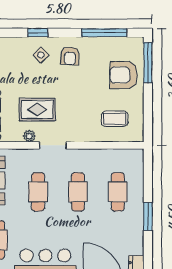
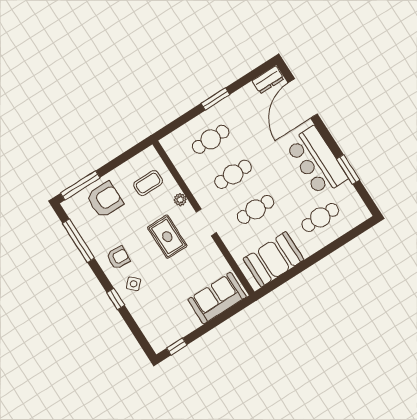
armchair: (124, 75) -> (105, 200), turned -90
rug: (37, 110) -> (167, 237), moved
coffee table: (115, 119) -> (148, 183), turned 90
plant: (29, 136) -> (180, 200), moved

